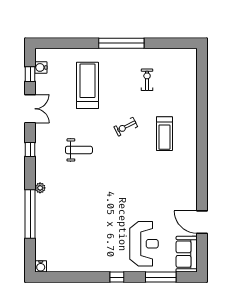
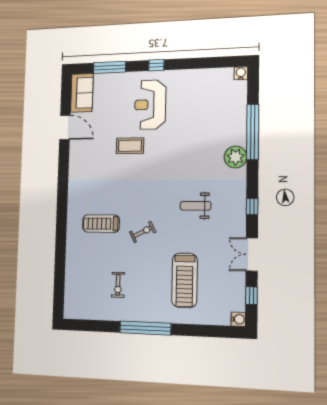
water cooler: (41, 67) -> (238, 319), moved
treadmill: (164, 134) -> (101, 224), turned -90
plant: (40, 188) -> (235, 157), width x1.87, depth x1.87
coffee table: (139, 204) -> (130, 146), added
reception desk: (144, 244) -> (150, 105), moved

